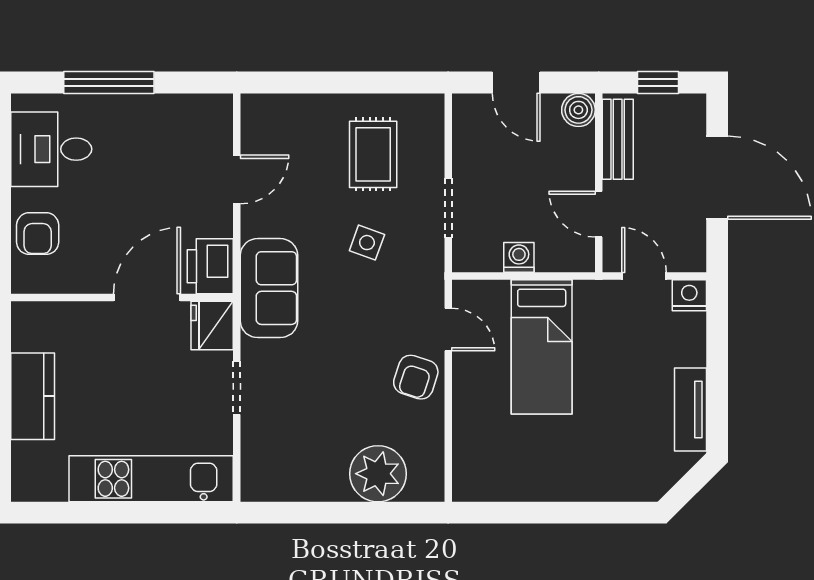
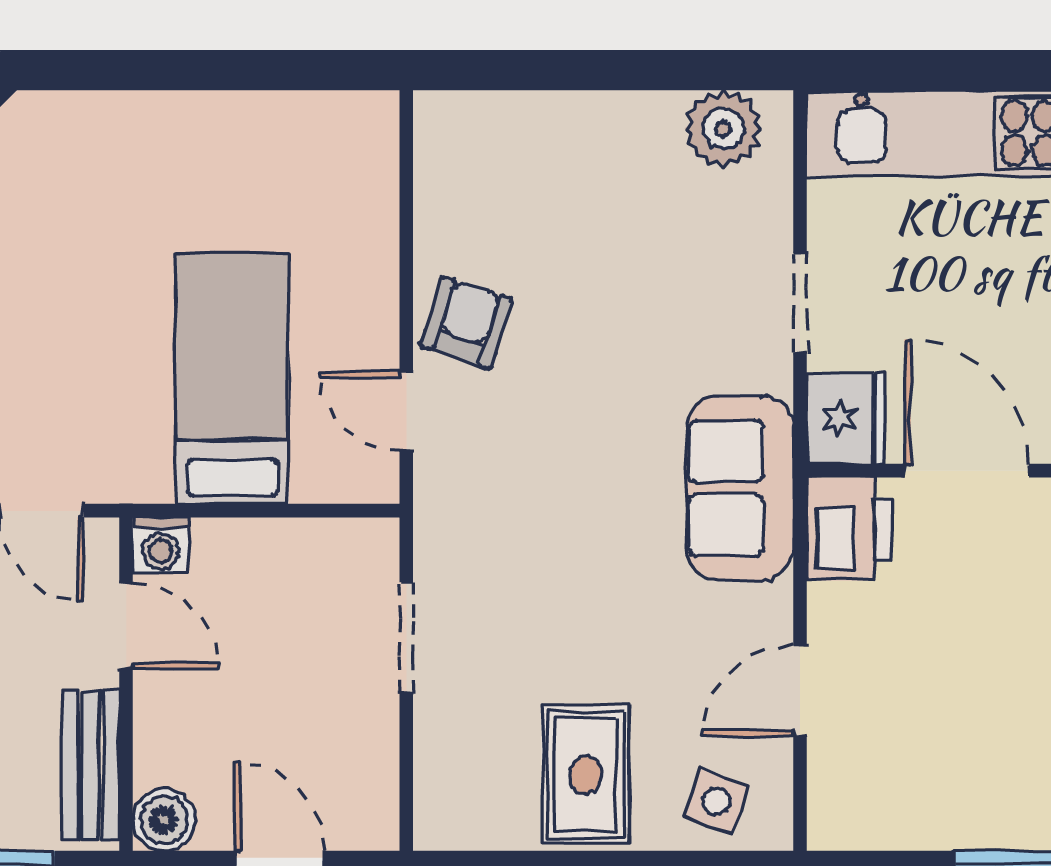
rug: (373, 154) -> (586, 775), moved
side table: (367, 243) -> (716, 801), moved
washing machine: (519, 257) -> (161, 545), moved
door: (147, 298) -> (967, 471), swing flipped
plant: (378, 474) -> (723, 129), moved, width x0.73, depth x0.73

